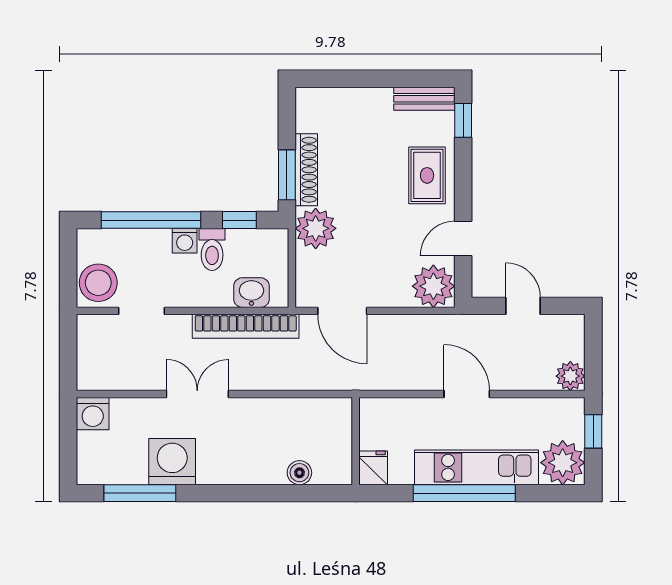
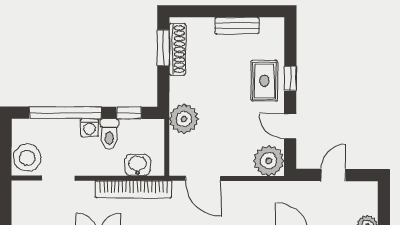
bench: (424, 99) -> (237, 26), moved
window: (463, 120) -> (290, 78), moved
shoe rack: (306, 170) -> (177, 49), moved
window: (287, 175) -> (163, 48), moved
door: (463, 239) -> (290, 126), hinge flipped
door: (523, 306) -> (333, 175), hinge flipped

